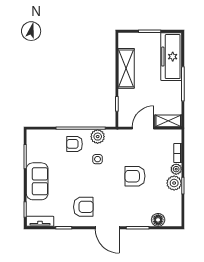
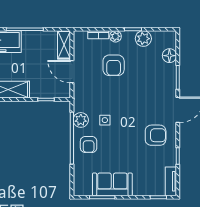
armchair: (135, 176) -> (114, 65), moved
sofa: (37, 181) -> (112, 184), moved
plant: (174, 183) -> (143, 39), moved
armchair: (83, 207) -> (156, 135), turned 90

